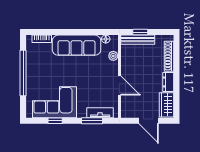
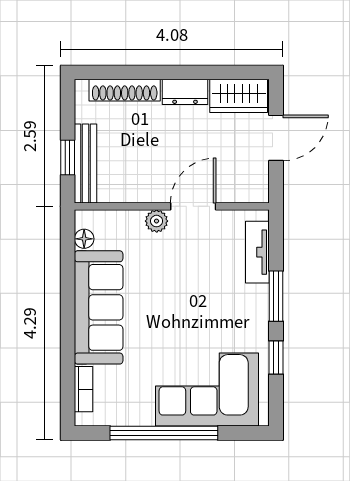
plant: (113, 56) -> (157, 221), moved
corner sofa: (55, 102) -> (207, 390), moved, turned 90
window: (92, 121) -> (276, 296), moved

